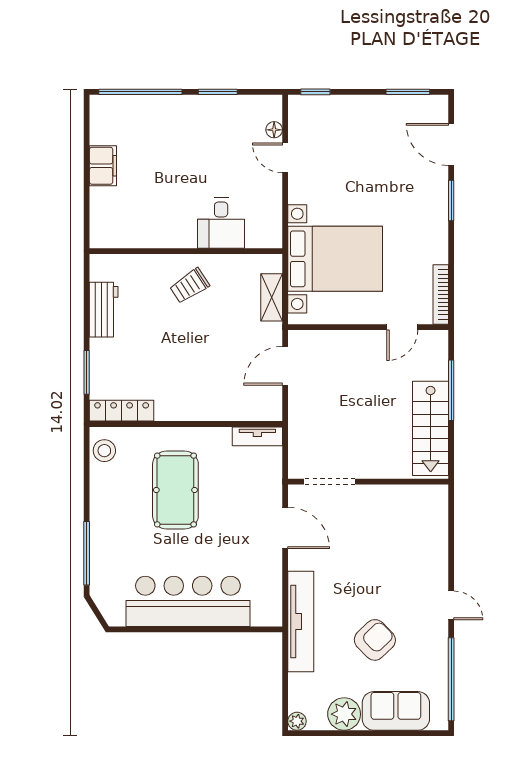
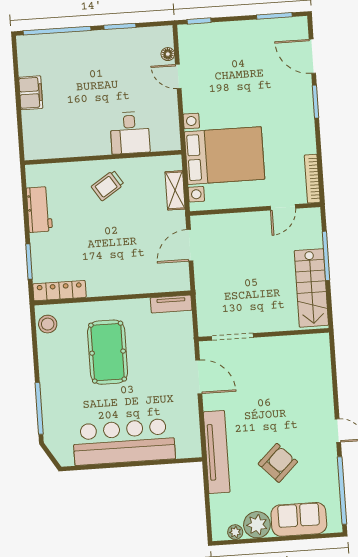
plant: (297, 721) -> (235, 532), moved

